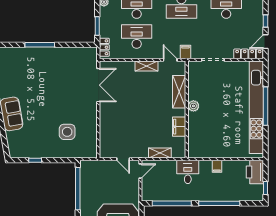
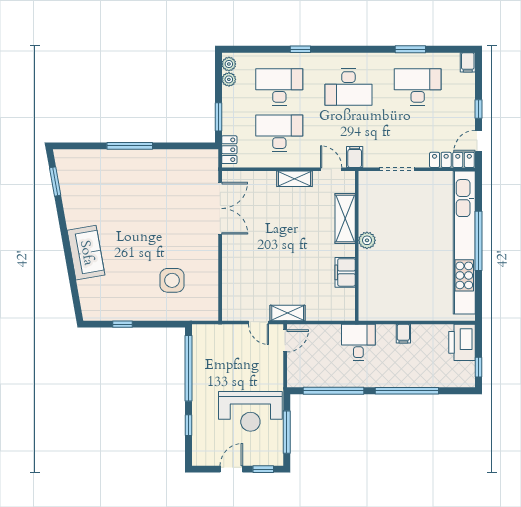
shelving: (160, 153) -> (288, 313), moved

